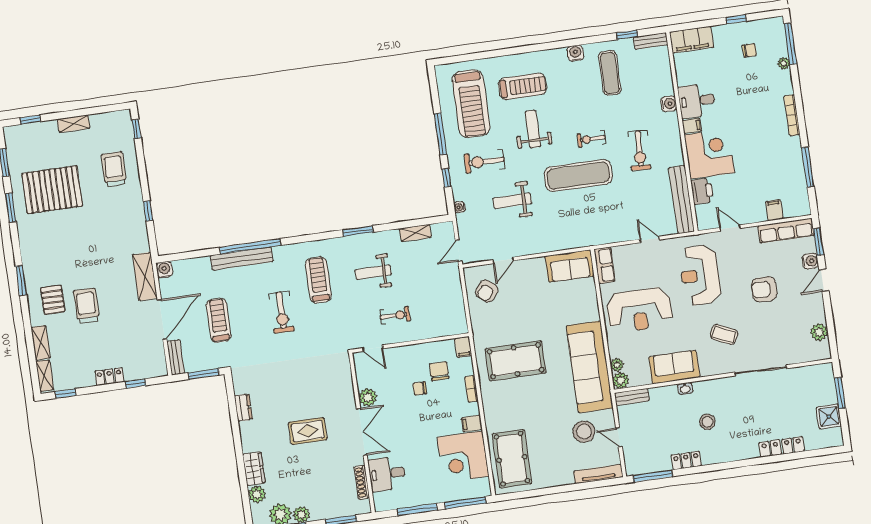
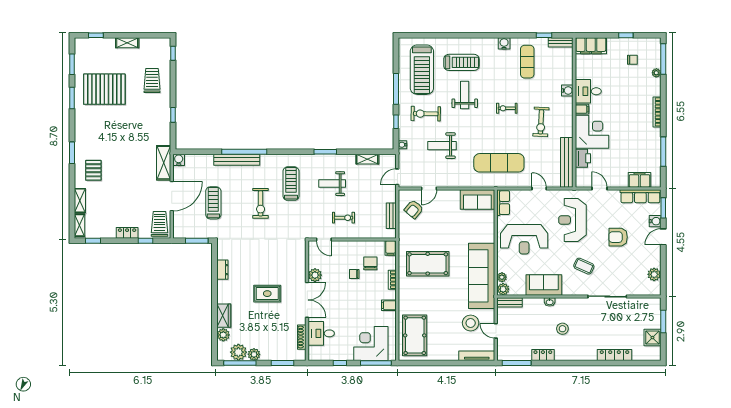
exercise mat: (578, 176) -> (499, 163), moved
filing cabinet: (774, 210) -> (639, 180), width x2.00
trolley: (86, 306) -> (159, 224), moved
bench: (176, 357) -> (391, 216), moved
corner desk: (463, 457) -> (371, 343), moved, turned 90
window: (417, 510) -> (340, 363), width x0.46

